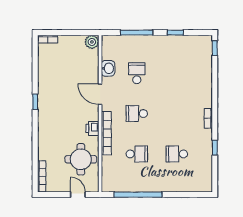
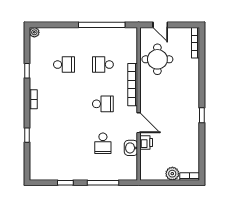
plant: (92, 42) -> (172, 174), moved
window: (215, 48) -> (27, 135), moved
printer: (92, 128) -> (146, 142), moved
plant: (207, 187) -> (34, 32), added

